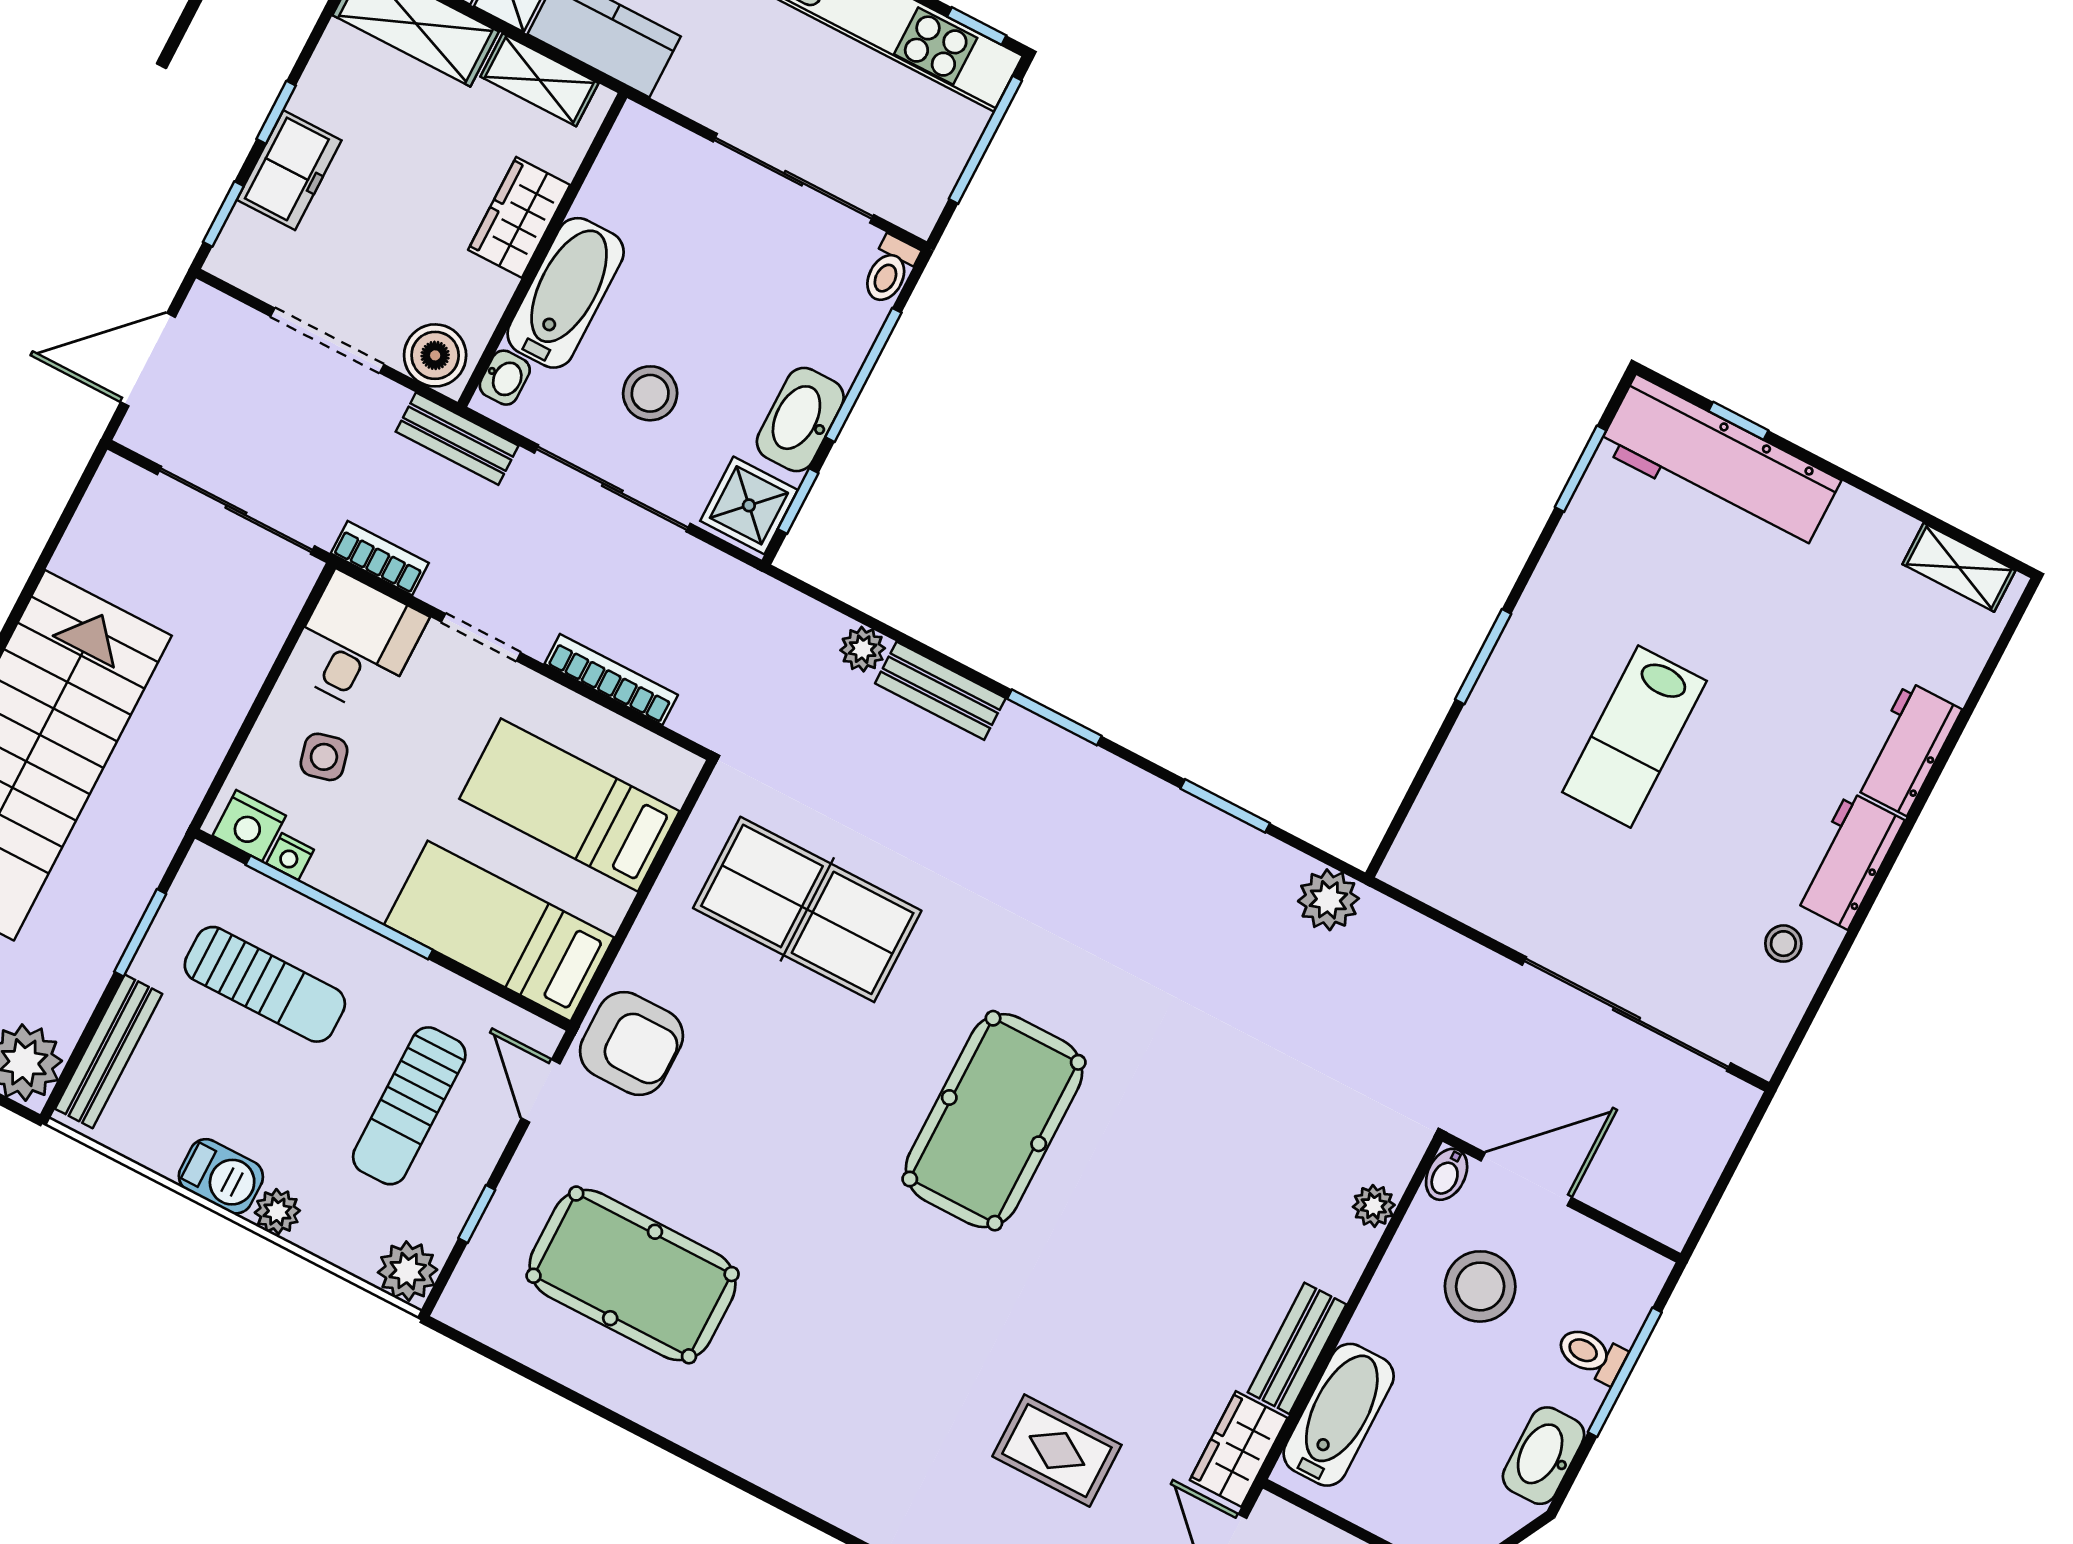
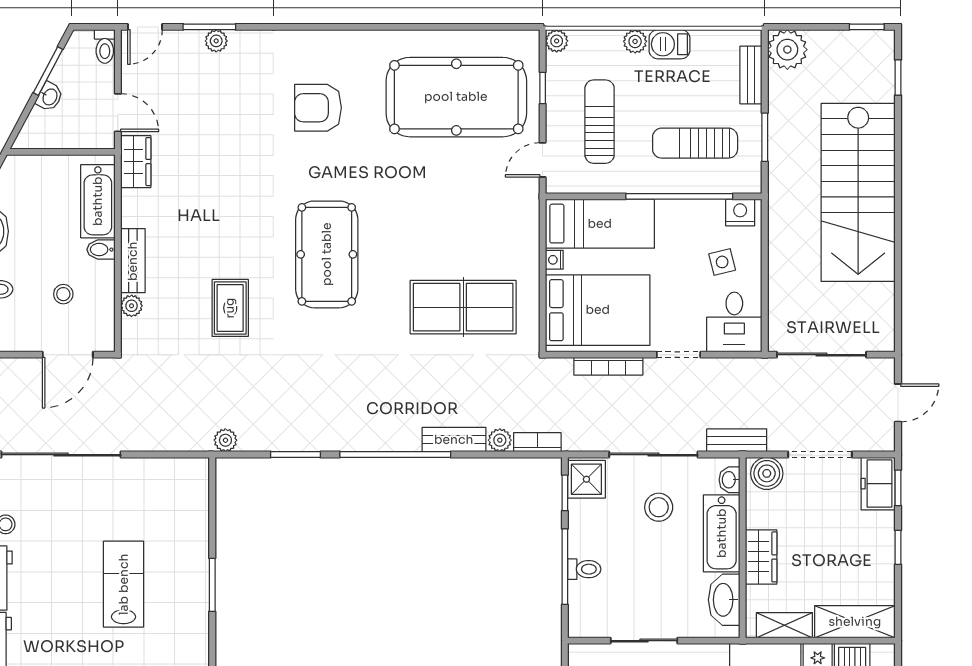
freezer: (289, 170) -> (878, 484), moved
sliding door: (794, 178) -> (644, 641), width x0.73
toilet: (890, 270) -> (584, 569), moved, turned 90
door: (148, 360) -> (898, 403), width x0.73
washbasin: (800, 419) -> (724, 600), moved, turned 180
bookcase: (380, 558) -> (537, 442), moved, turned 180
window: (1054, 717) -> (395, 455), width x2.11
bed: (569, 805) -> (598, 310), width x1.50
nightstand: (290, 857) -> (554, 260), moved, turned -90
plant: (1328, 900) -> (225, 440), width x0.73, depth x0.73
armchair: (631, 1043) -> (318, 108), moved
bench: (109, 1051) -> (751, 75), width x0.73
door: (541, 1091) -> (543, 160), swing flipped
bidet: (1447, 1174) -> (101, 250), moved, turned -90
plant: (408, 1271) -> (557, 41), width x0.73, depth x0.73
pool table: (633, 1275) -> (456, 97), width x1.36, depth x1.32
stool: (1480, 1286) -> (63, 294), width x0.53, depth x0.53
bench: (1297, 1348) -> (133, 261), moved
rug: (1057, 1451) -> (230, 308), moved, turned 90

